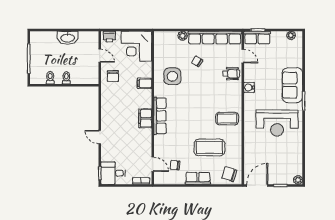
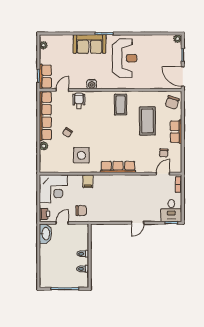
washbasin: (68, 38) -> (45, 234), moved
filing cabinet: (145, 118) -> (120, 181), removed

